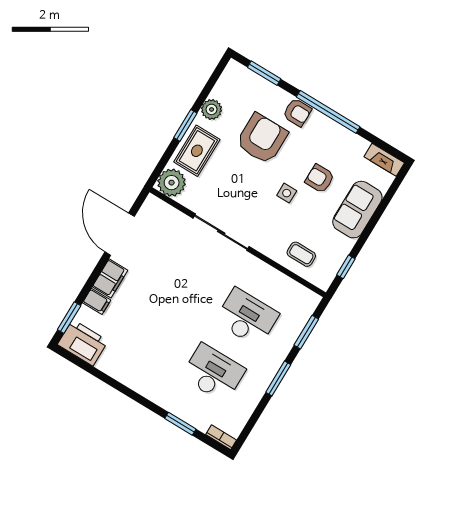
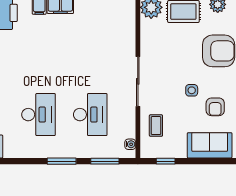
armchair: (320, 179) -> (215, 107), turned 180
sliding door: (221, 232) -> (138, 81), moved
water cooler: (305, 294) -> (130, 144), added

